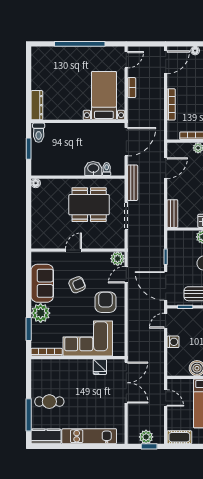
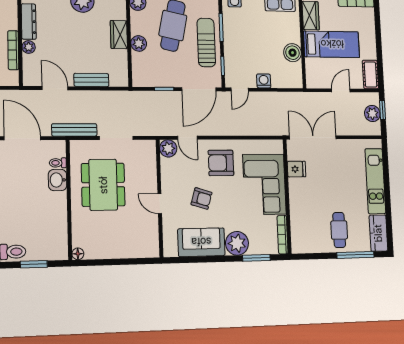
bench: (172, 214) -> (91, 80), moved
armchair: (77, 285) -> (202, 198), turned 130
door: (166, 321) -> (240, 90), hinge flipped
door: (166, 398) -> (341, 90), moved

